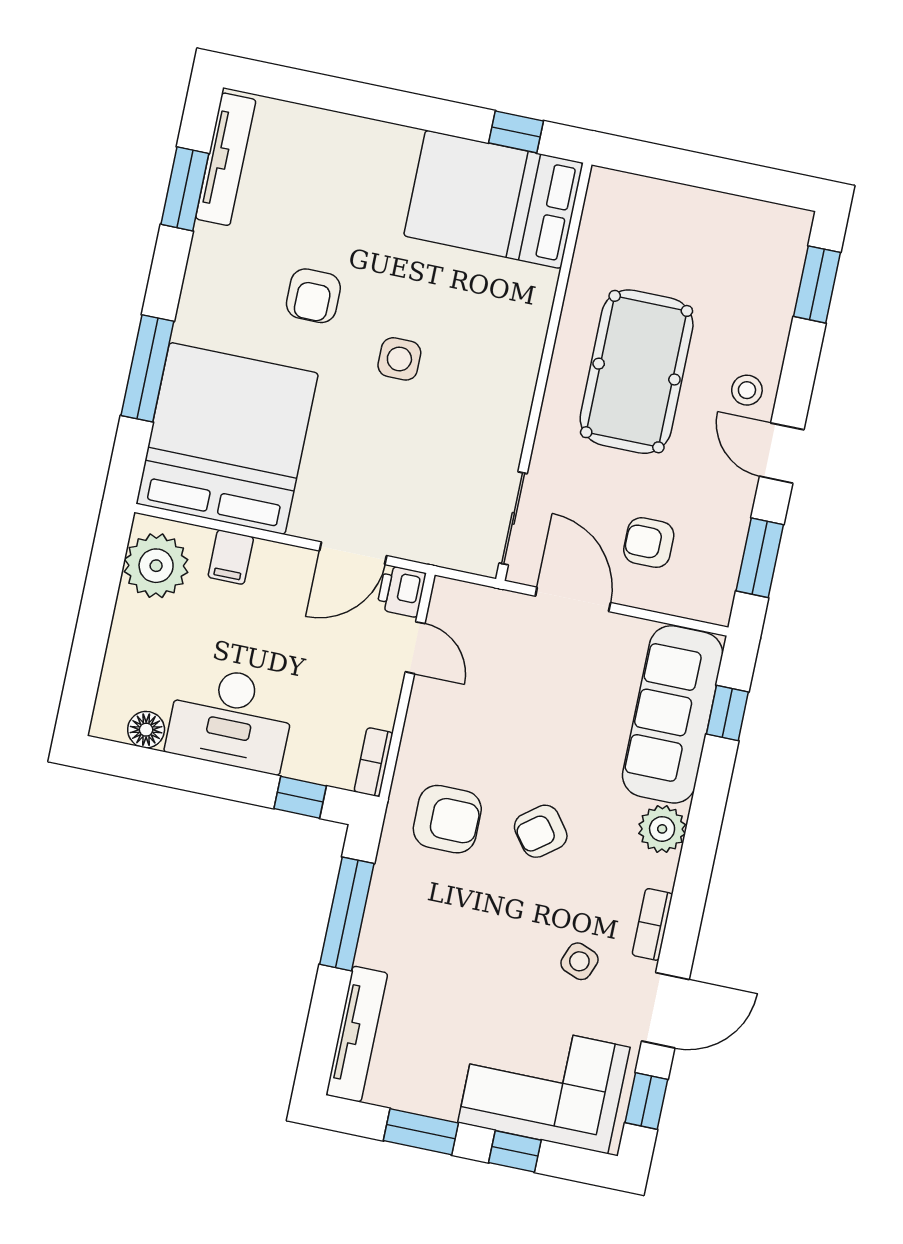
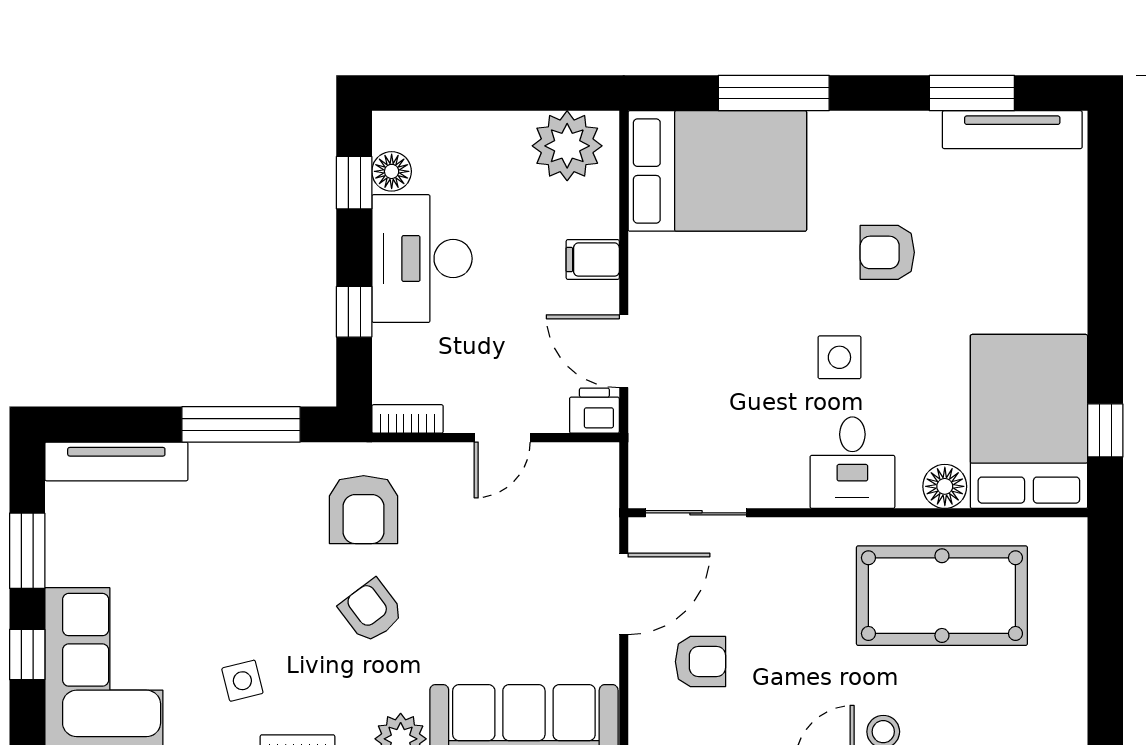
floor lamp: (536, 288) -> (945, 486), added
desk: (497, 367) -> (852, 463), added
pool table: (637, 372) -> (942, 596), moved
bed: (227, 438) -> (717, 171), width x0.73
armchair: (649, 543) -> (700, 662), turned 90
filing cabinet: (231, 557) -> (593, 260), moved
door: (415, 648) -> (502, 438), moved
window: (149, 766) -> (354, 183), added
window: (300, 797) -> (354, 312), moved
side table: (579, 961) -> (242, 681), turned -35

